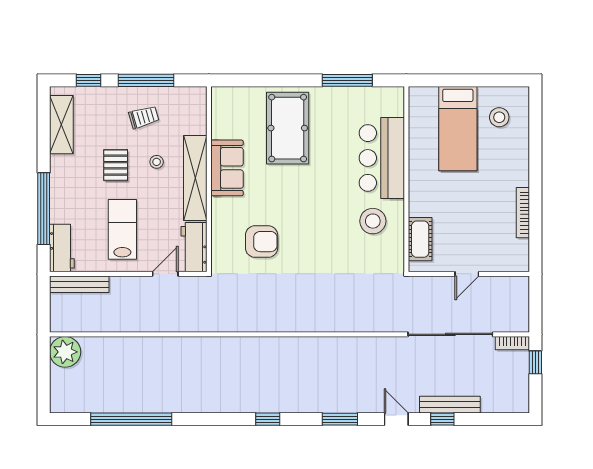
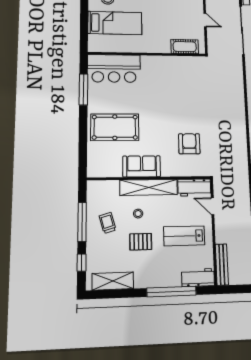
bar counter: (382, 158) -> (114, 68), moved
stool: (373, 221) -> (174, 75), removed

